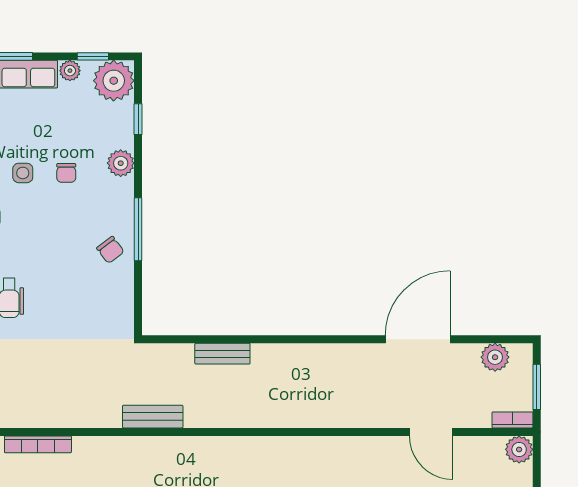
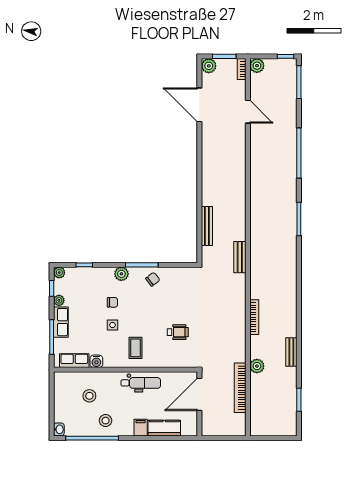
plant: (114, 81) -> (59, 273), width x0.53, depth x0.53
plant: (121, 163) -> (121, 274), moved
door: (418, 339) -> (199, 105), moved
bench: (222, 354) -> (207, 226), width x1.36
plant: (495, 357) -> (209, 66), moved
door: (431, 432) -> (248, 112), hinge flipped

